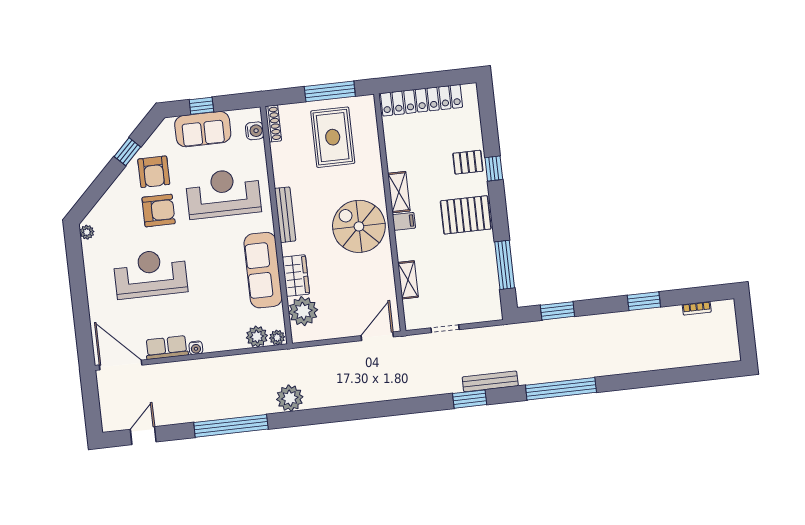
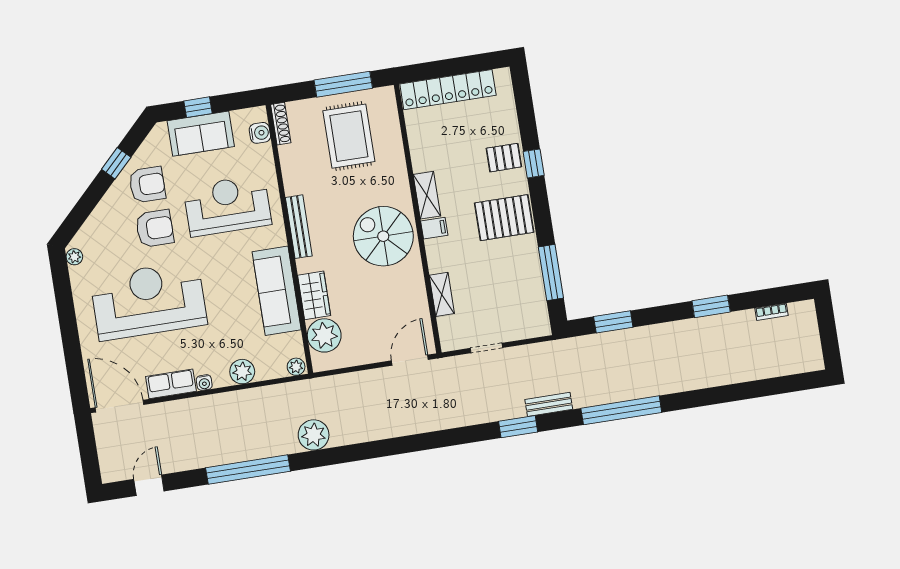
armchair: (154, 172) -> (147, 185), turned -90
reception desk: (150, 274) -> (149, 301), width x1.36, depth x1.30
plant: (257, 337) -> (242, 372), moved
bench: (490, 381) -> (549, 404), width x0.73

